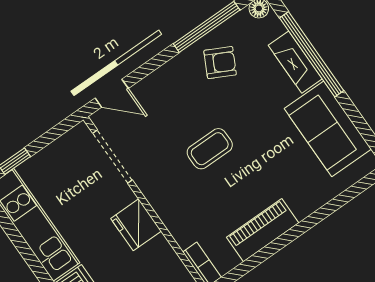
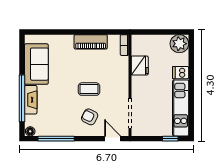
armchair: (220, 63) -> (90, 117), moved
fridge: (136, 225) -> (140, 65), moved

